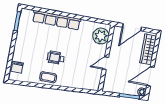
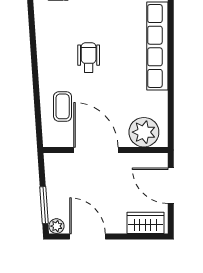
wardrobe: (148, 49) -> (145, 223), width x0.67
door: (105, 63) -> (96, 150), width x1.88
coffee table: (48, 77) -> (63, 106), moved

